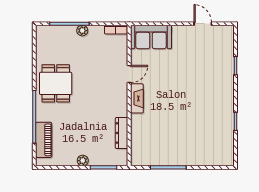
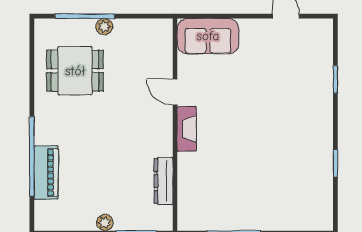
bookcase: (116, 30) -> (155, 25), removed
door: (129, 74) -> (175, 92), swing flipped
dining table: (56, 83) -> (75, 71), moved, turned 90
piano: (44, 140) -> (46, 173), moved

